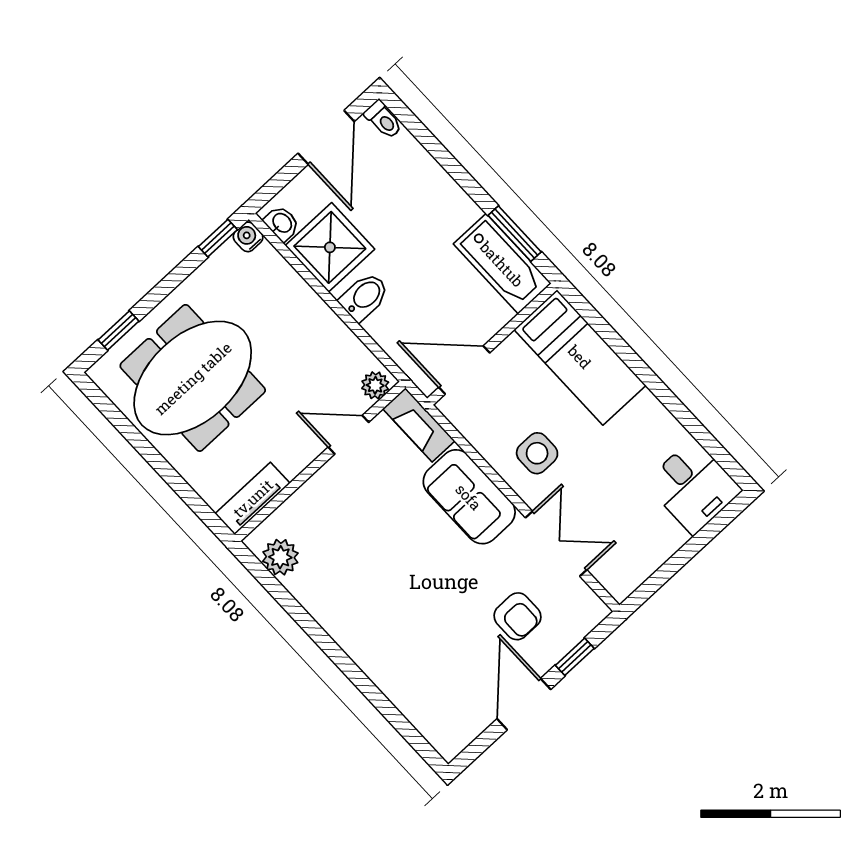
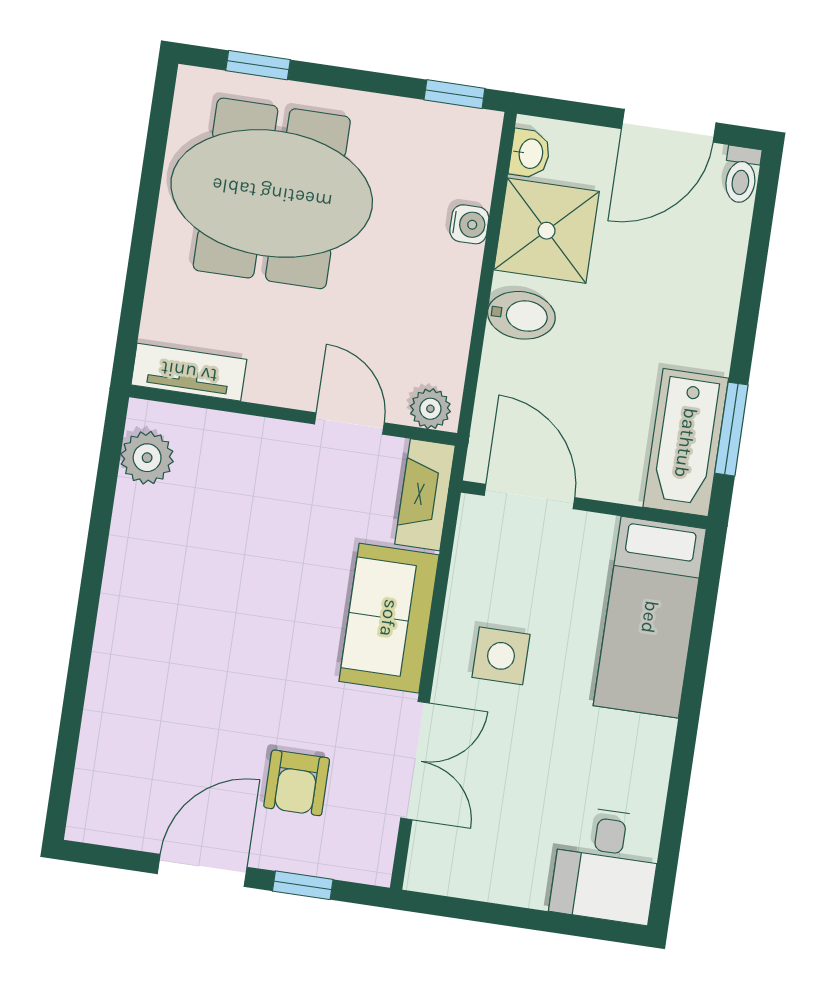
water cooler: (248, 237) -> (469, 224), moved, turned 90

